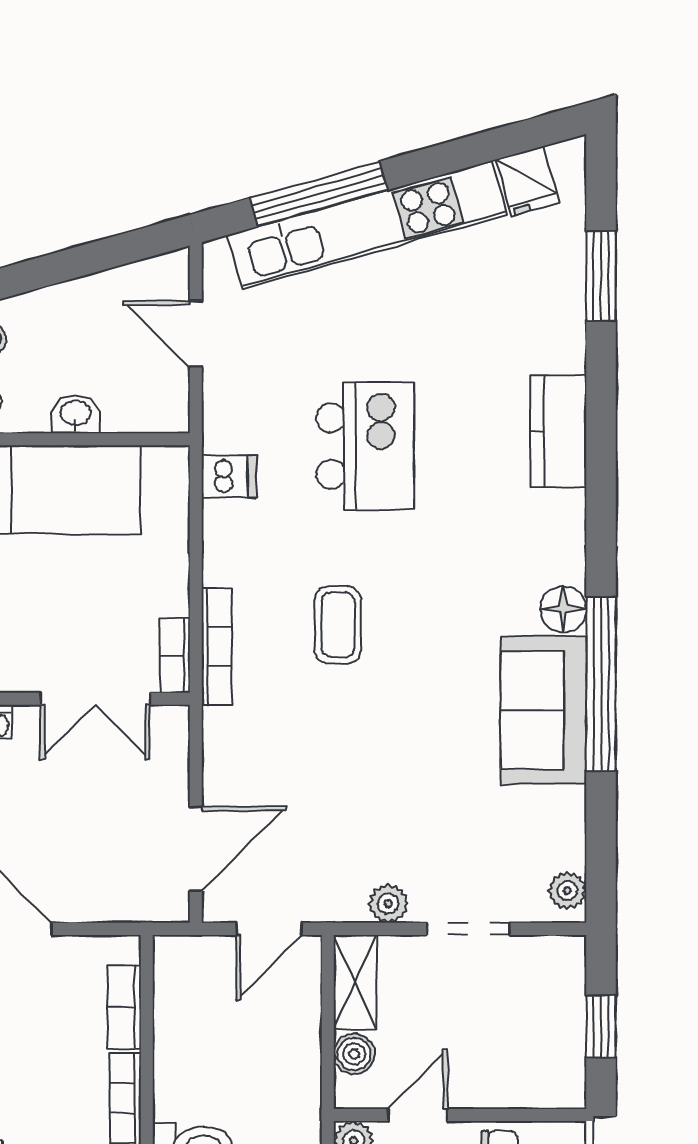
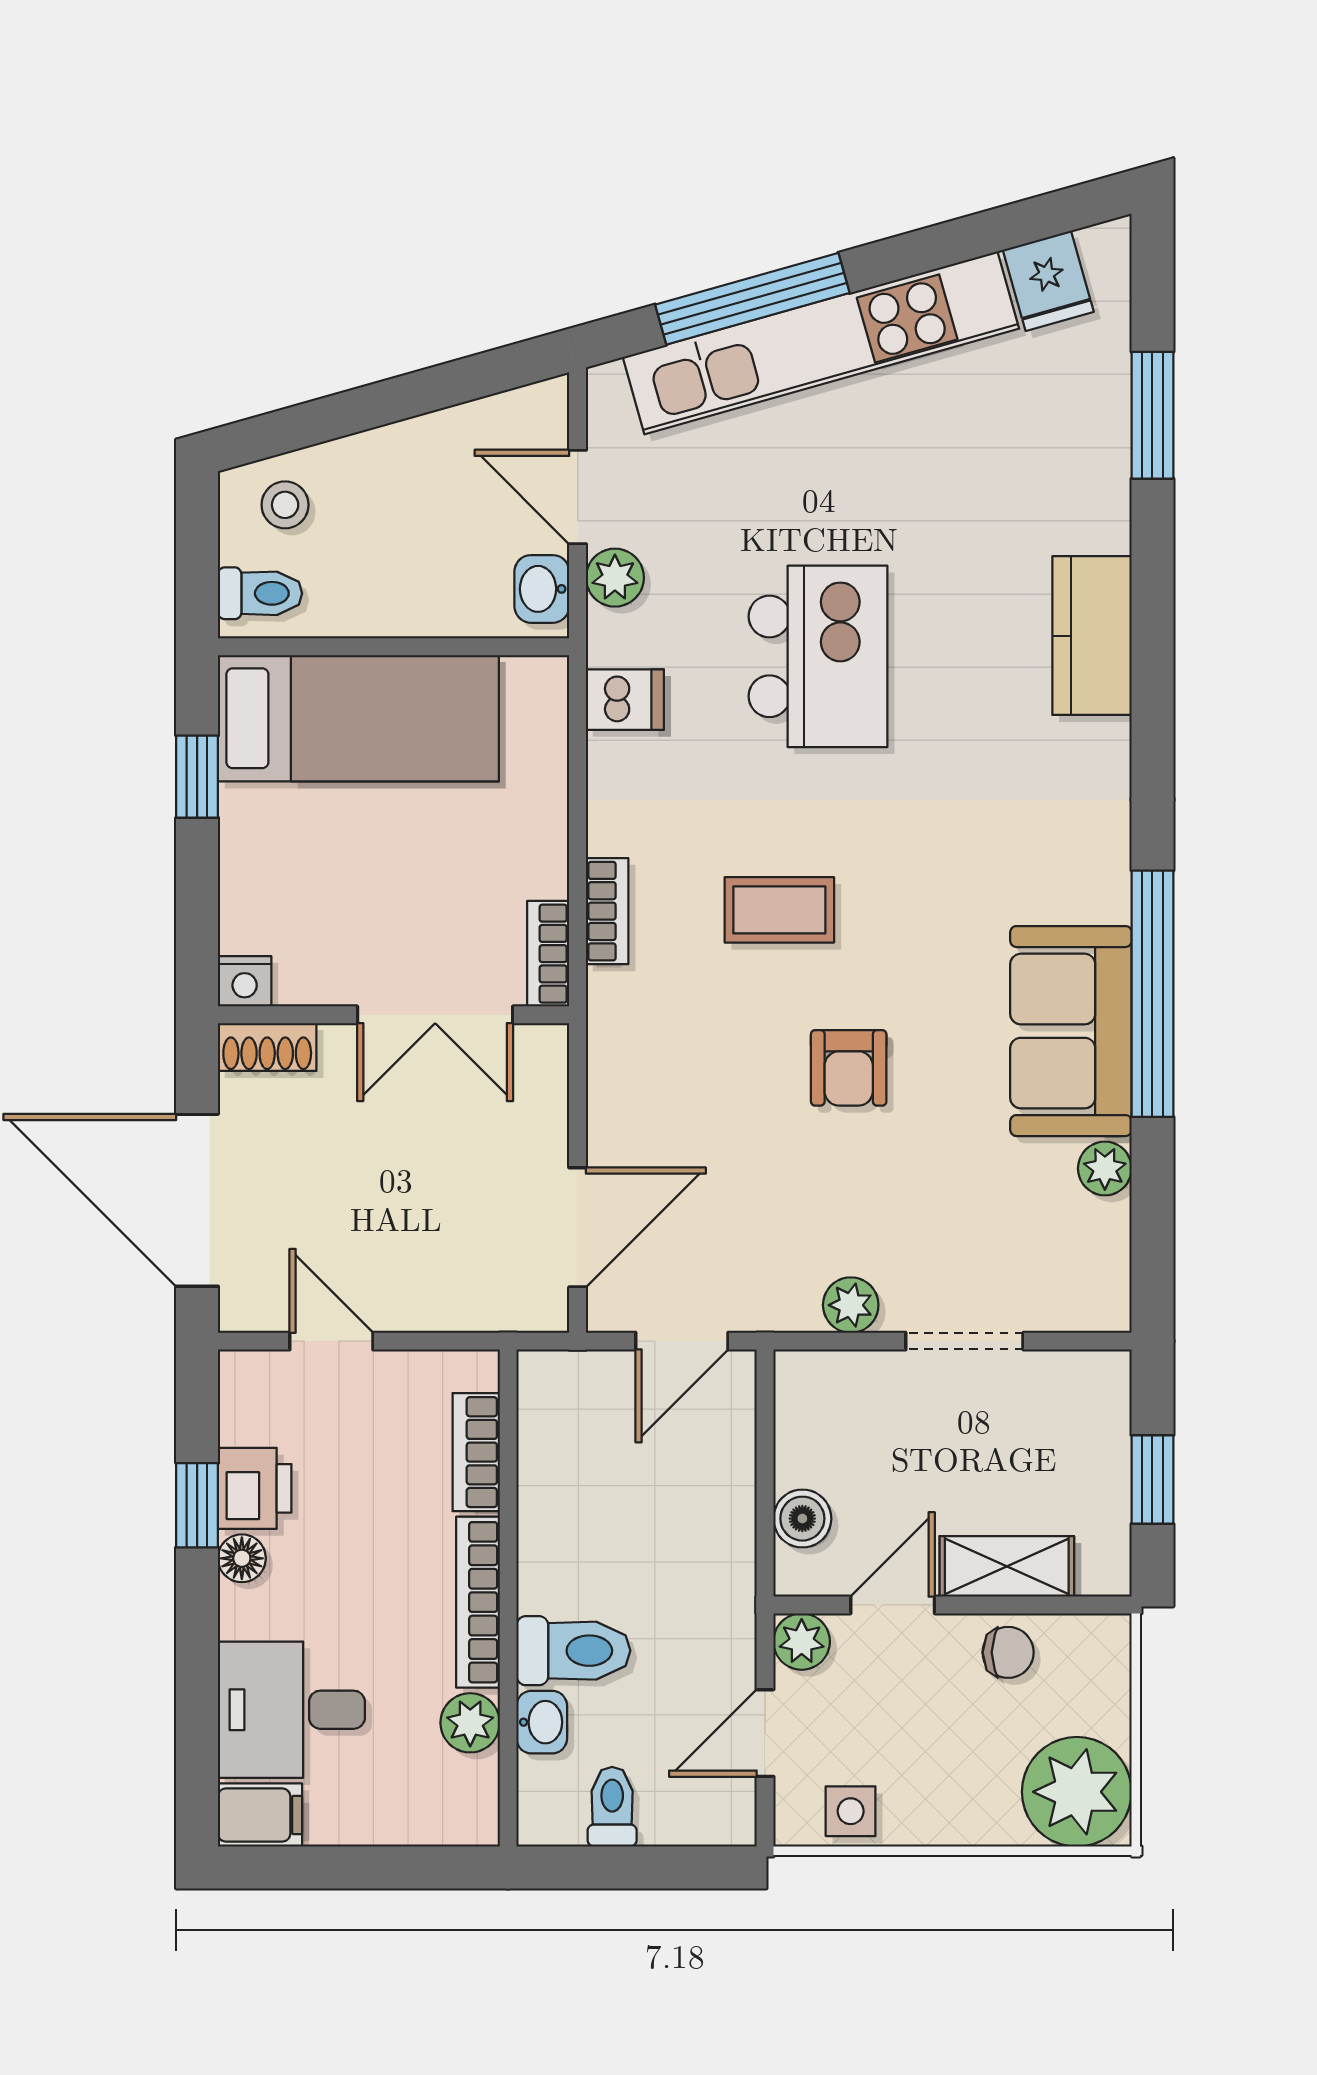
plant: (222, 391) -> (615, 578), added
washbasin: (76, 414) -> (542, 589), moved, turned -90
floor lamp: (563, 609) -> (1099, 888), removed
coffee table: (338, 625) -> (779, 910), turned 90
bookcase: (216, 647) -> (607, 911), width x0.64
armchair: (387, 736) -> (849, 1068), added
plant: (567, 891) -> (1105, 1168), moved
shelving: (355, 982) -> (1007, 1566), moved, turned 90

